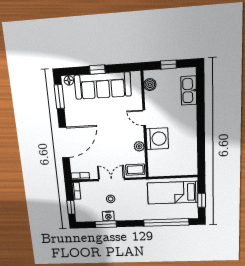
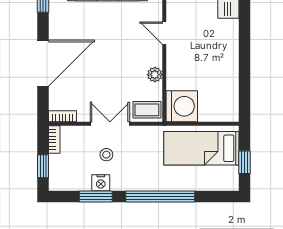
washing machine: (157, 139) -> (182, 106), moved
window: (166, 222) -> (160, 196), moved

